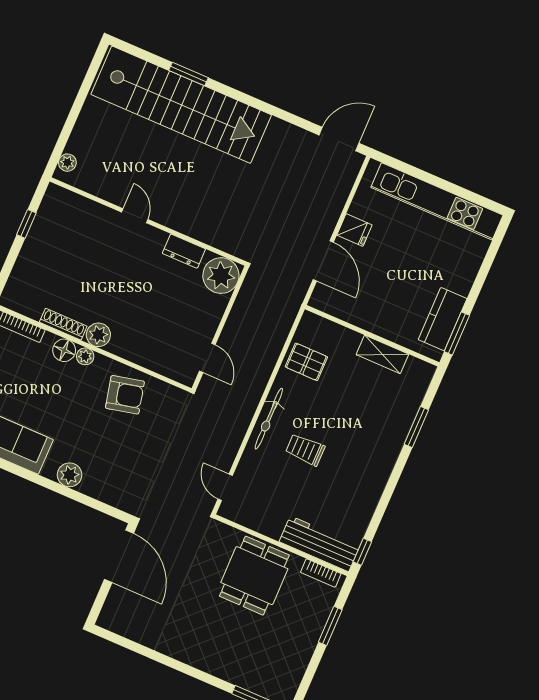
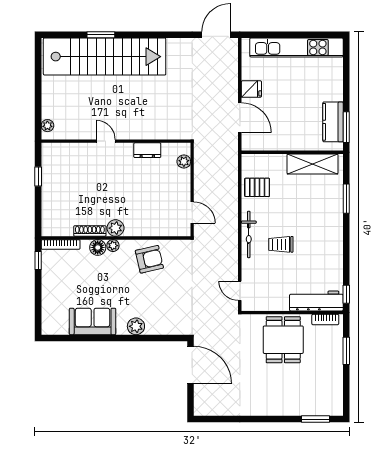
plant: (221, 276) -> (184, 162), width x0.53, depth x0.53
shelving: (382, 354) -> (313, 164), width x1.50, depth x1.33

